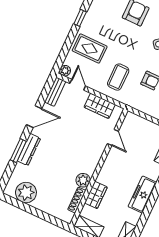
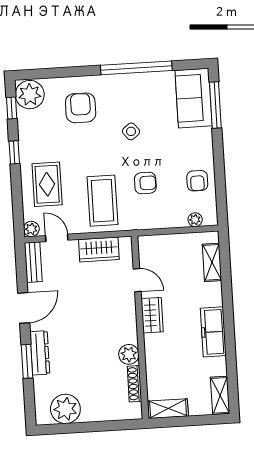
rug: (90, 49) -> (47, 184), turned 90
coffee table: (118, 77) -> (102, 201), width x1.36, depth x1.32
wardrobe: (96, 195) -> (152, 315), moved

